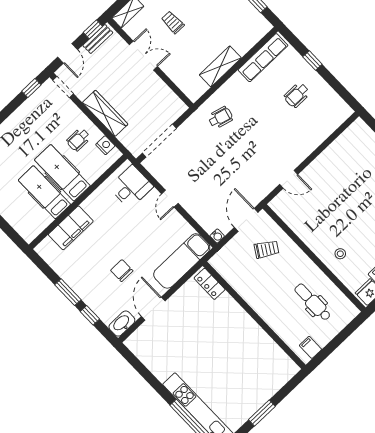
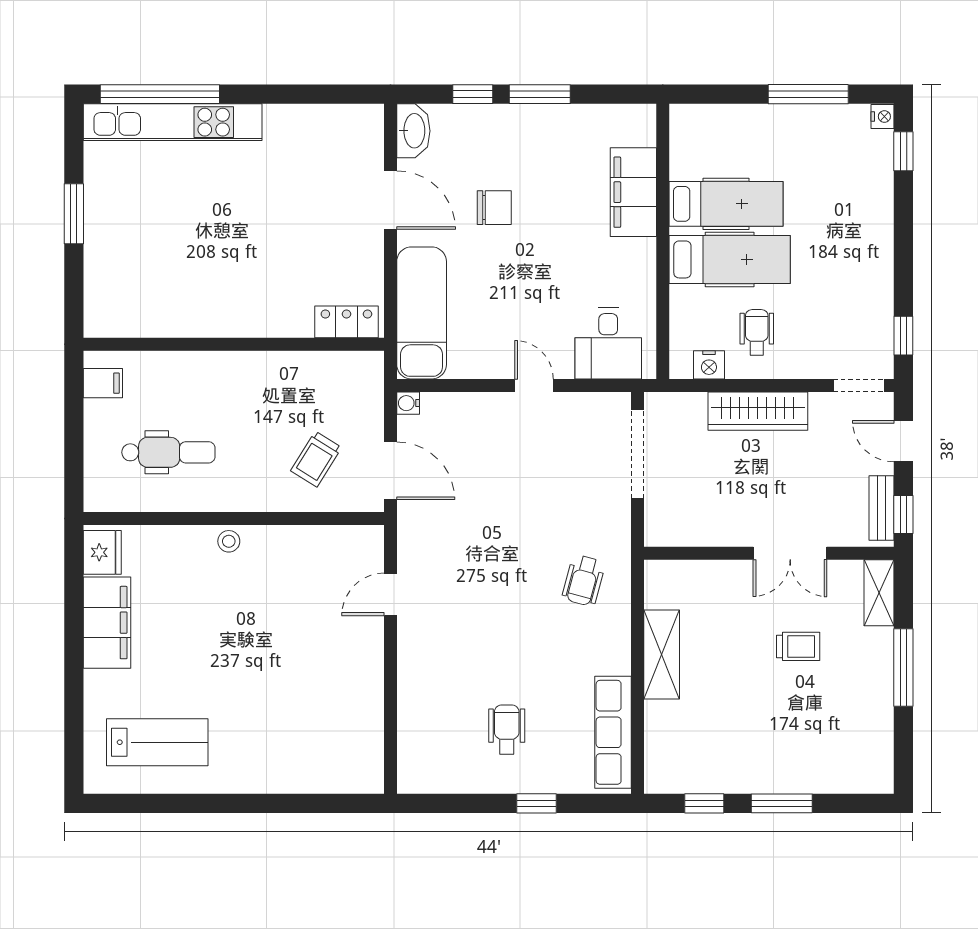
stool: (340, 254) -> (229, 541), moved

